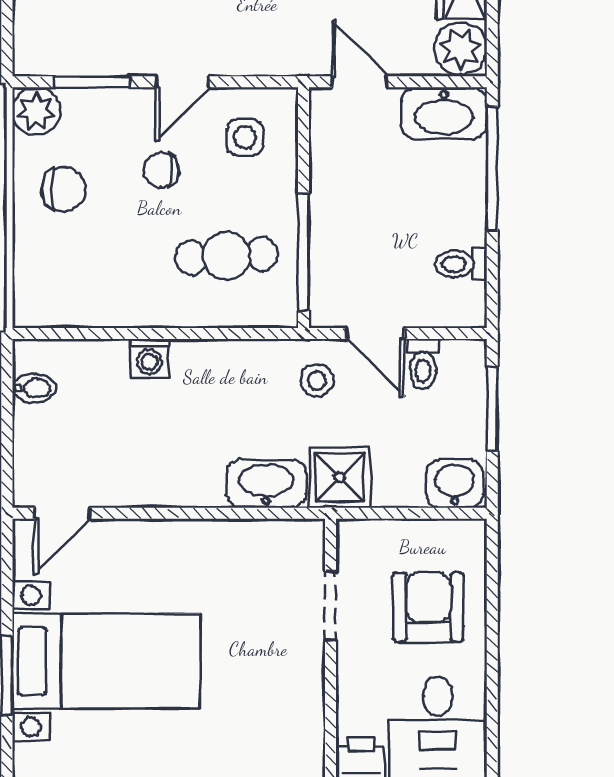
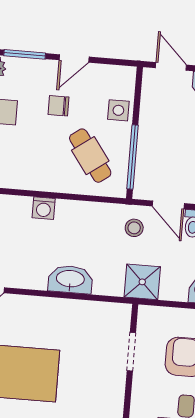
side table: (245, 137) -> (118, 110), moved
cafe table: (226, 256) -> (90, 156), turned 57
washbasin: (266, 484) -> (70, 279), moved

